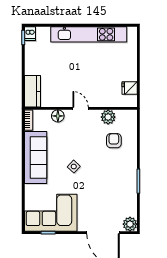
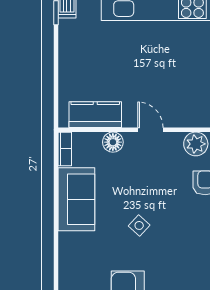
kitchen counter: (32, 91) -> (95, 115), moved, turned -90
sofa: (36, 157) -> (76, 199), width x0.73

